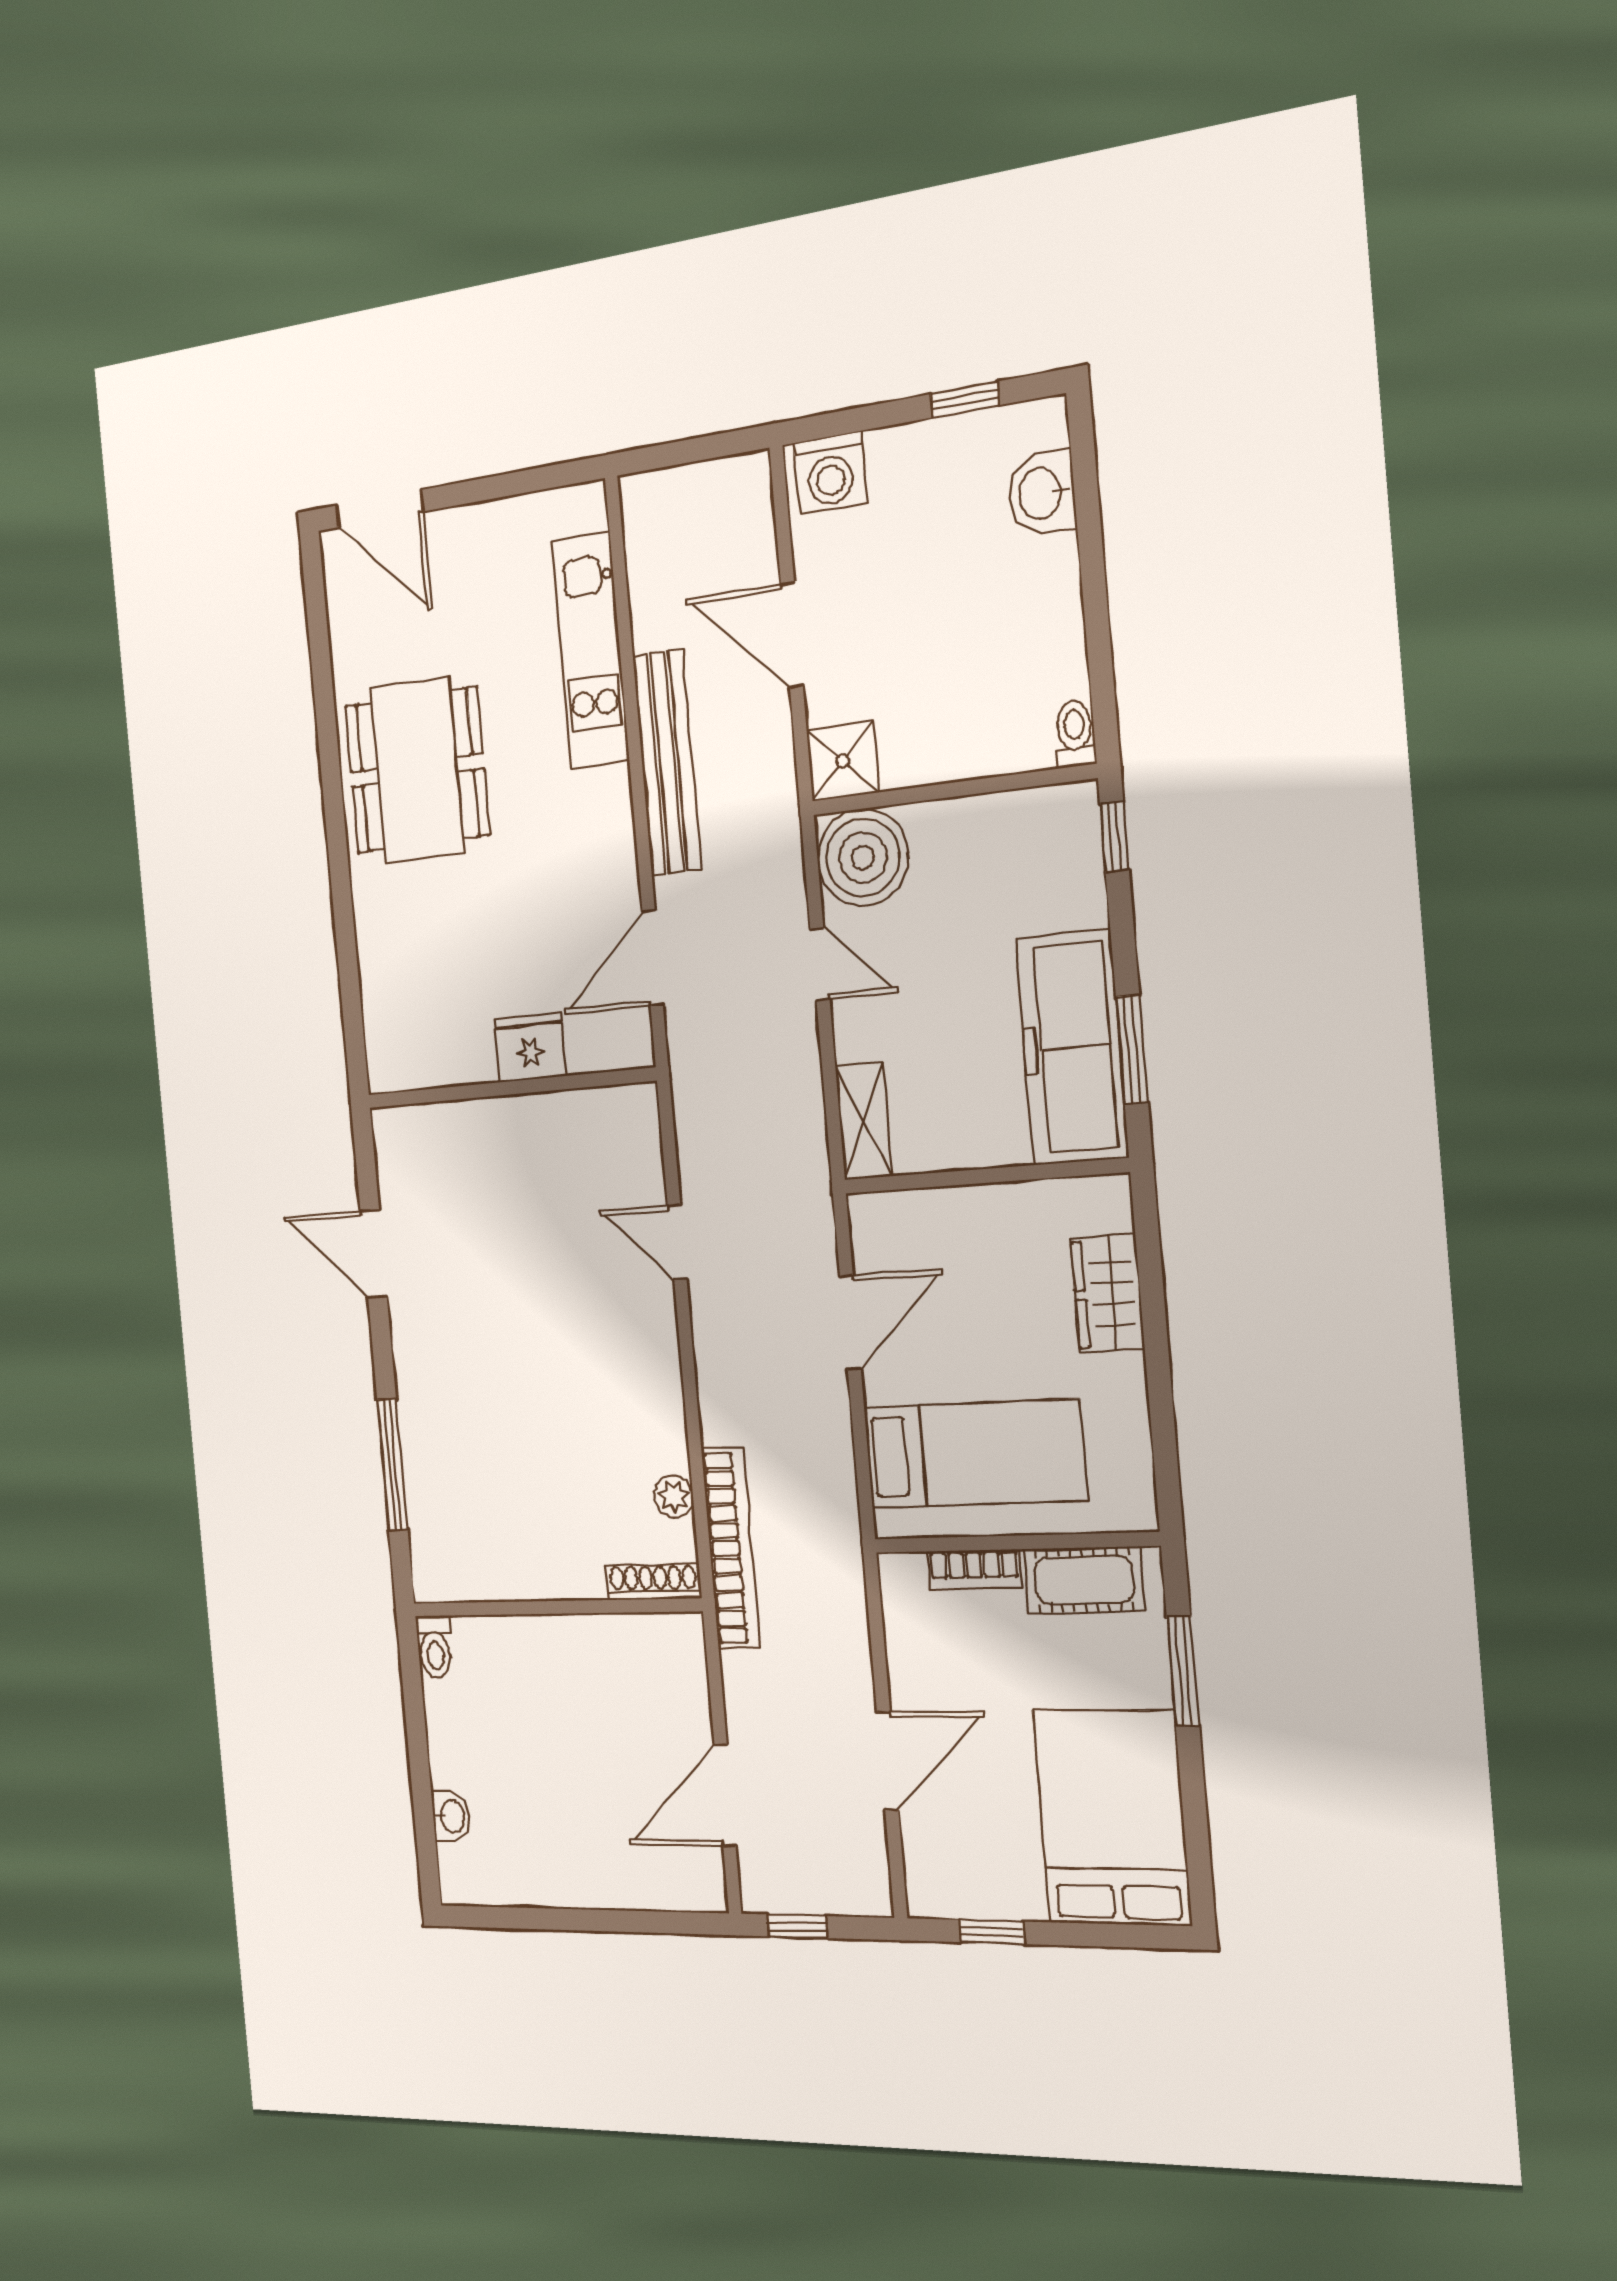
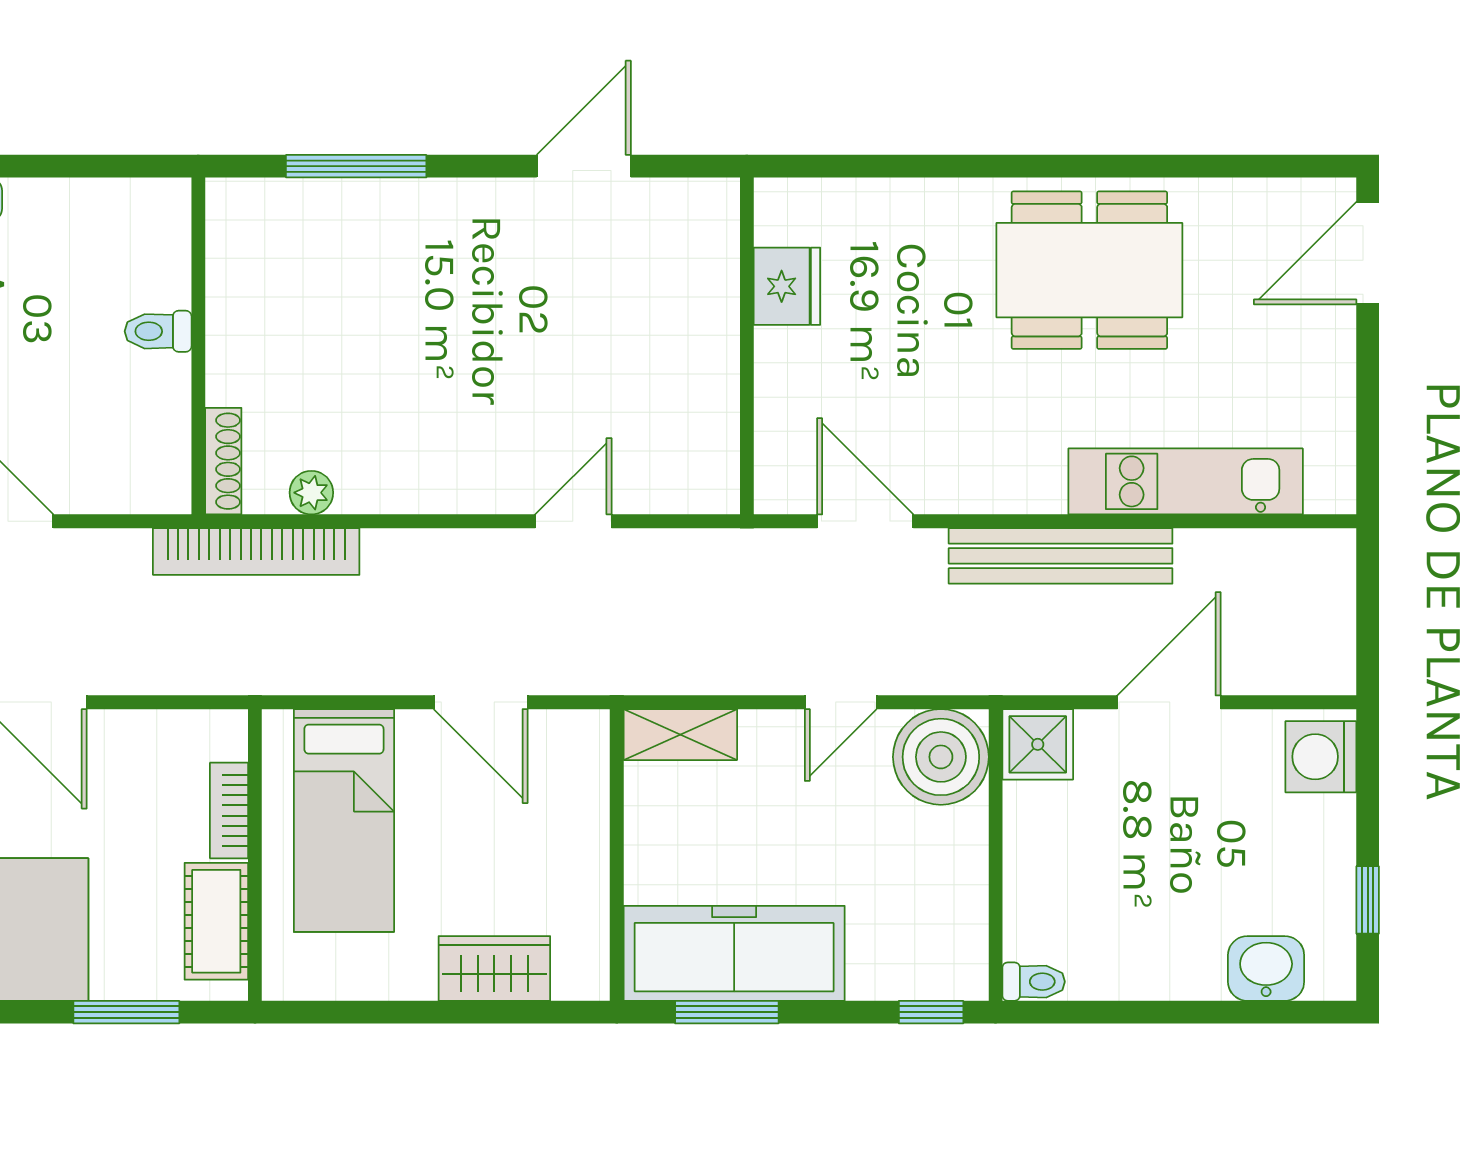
fridge: (530, 1047) -> (787, 286), moved
toilet: (435, 1647) -> (158, 331), moved

